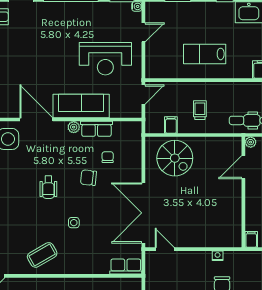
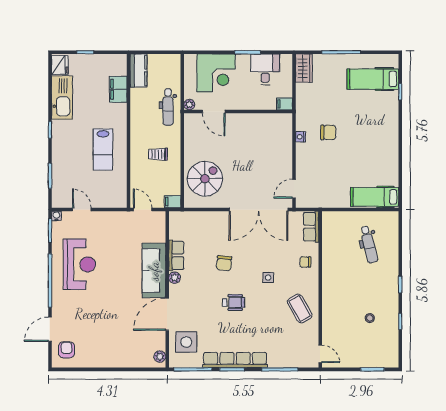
reception desk: (105, 59) -> (79, 264), moved
filing cabinet: (171, 125) -> (172, 202), moved
chair: (108, 157) -> (305, 262), moved

